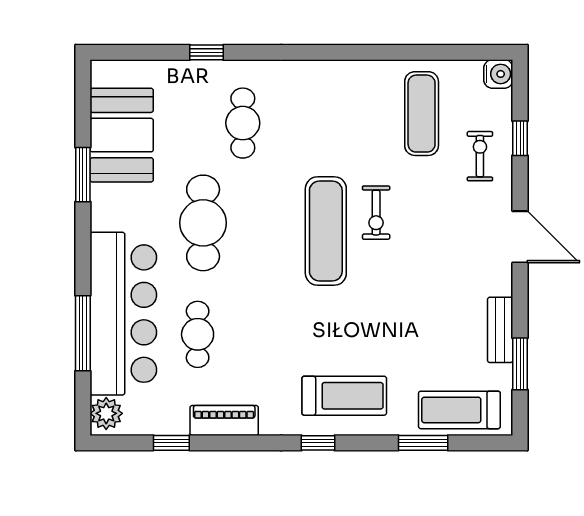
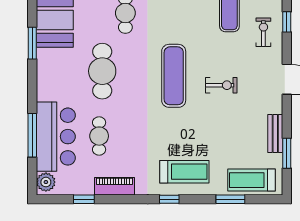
exercise bike: (376, 213) -> (221, 85), moved, turned -90
bar counter: (123, 314) -> (56, 137), width x0.73

